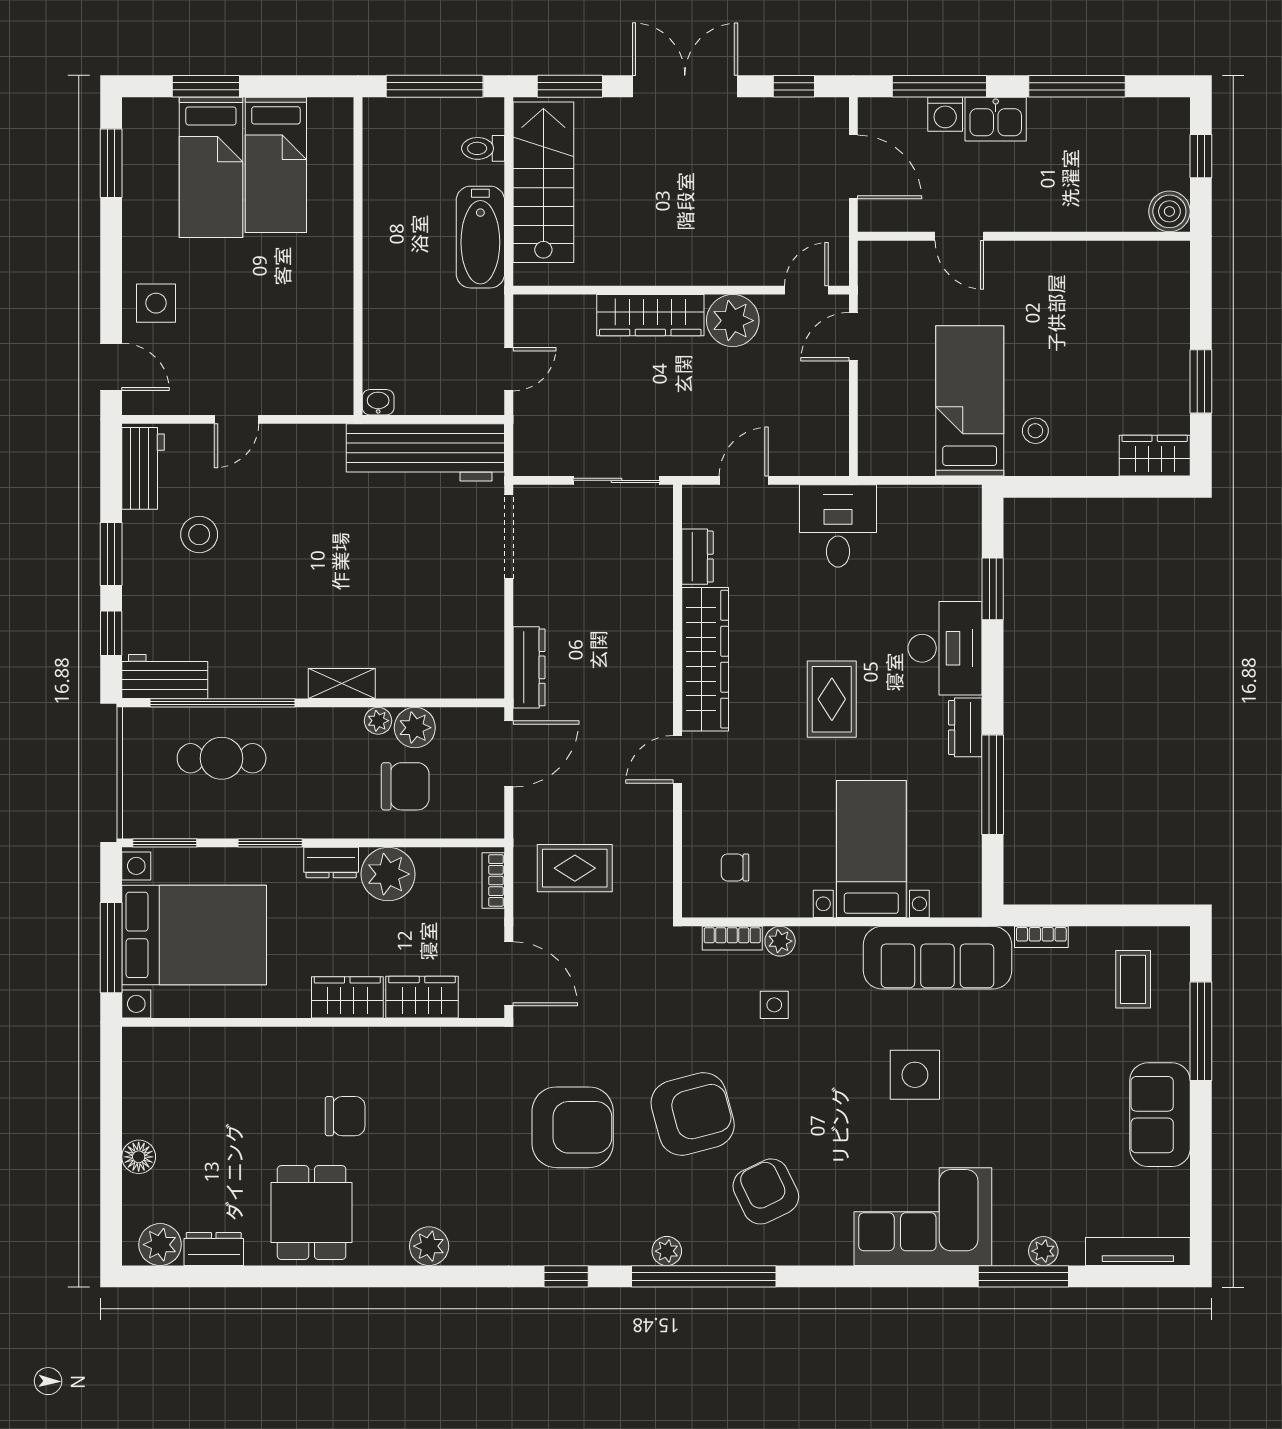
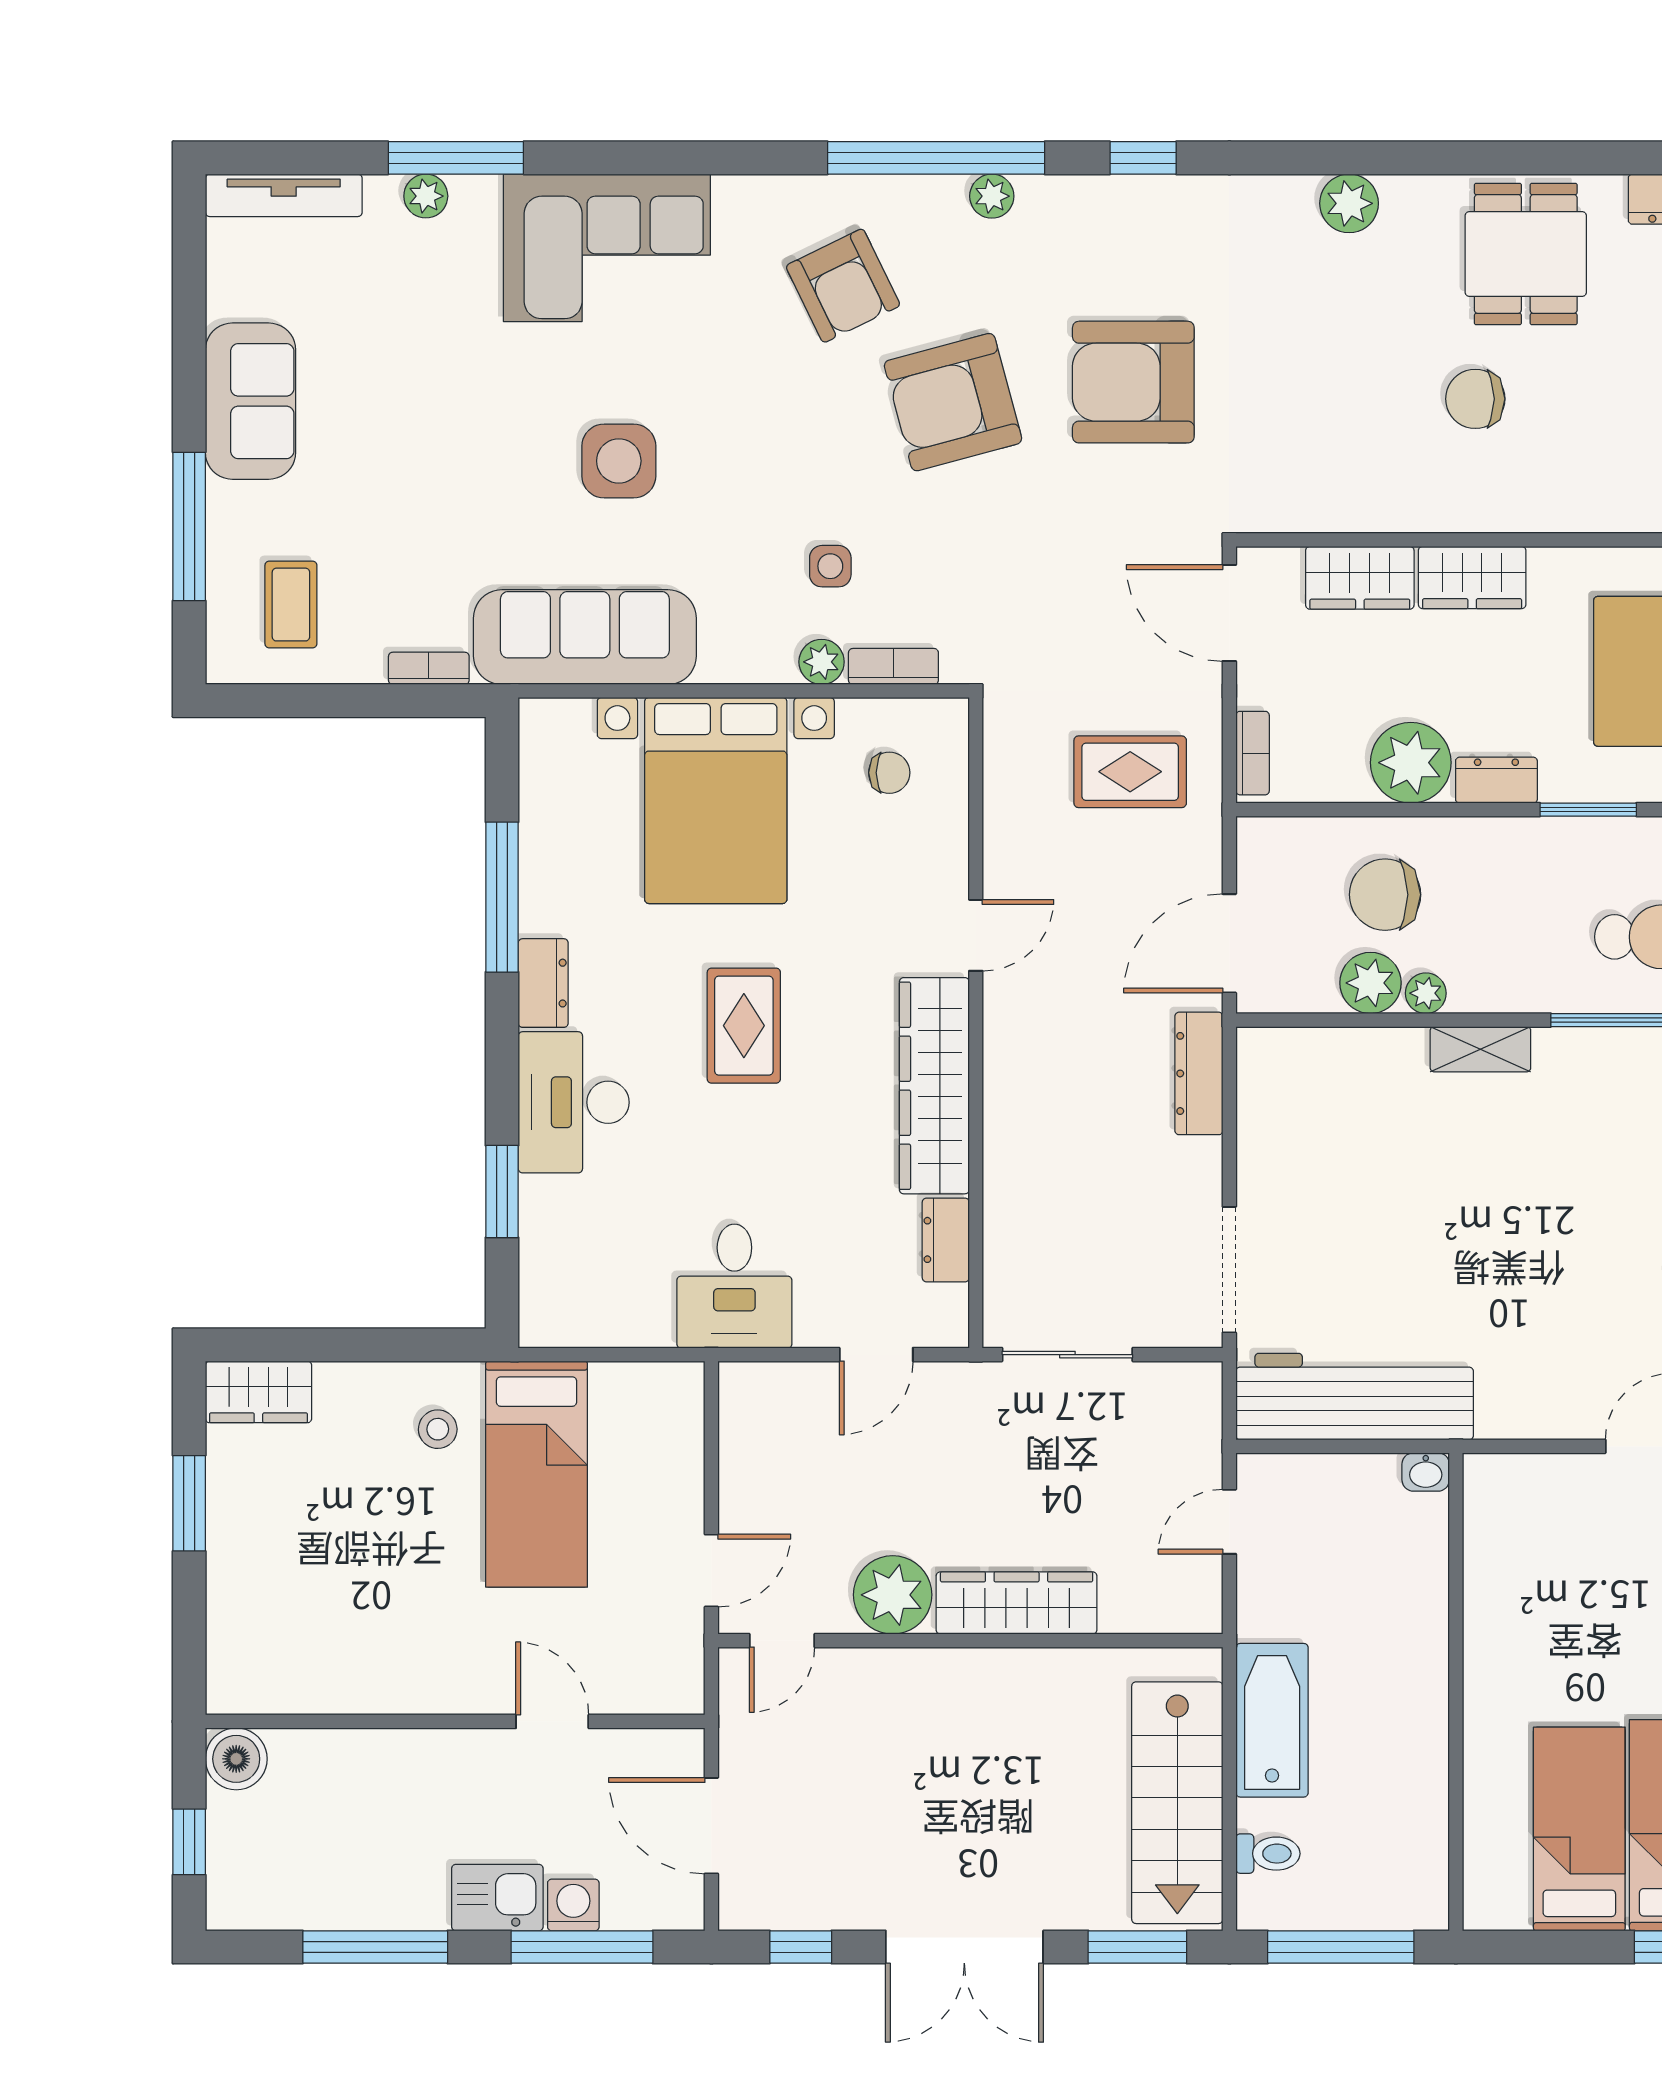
bed with nightstands: (871, 849) -> (716, 800), width x1.36

